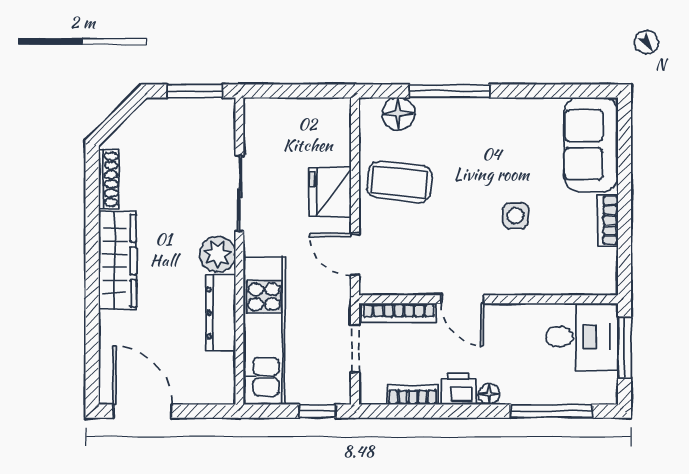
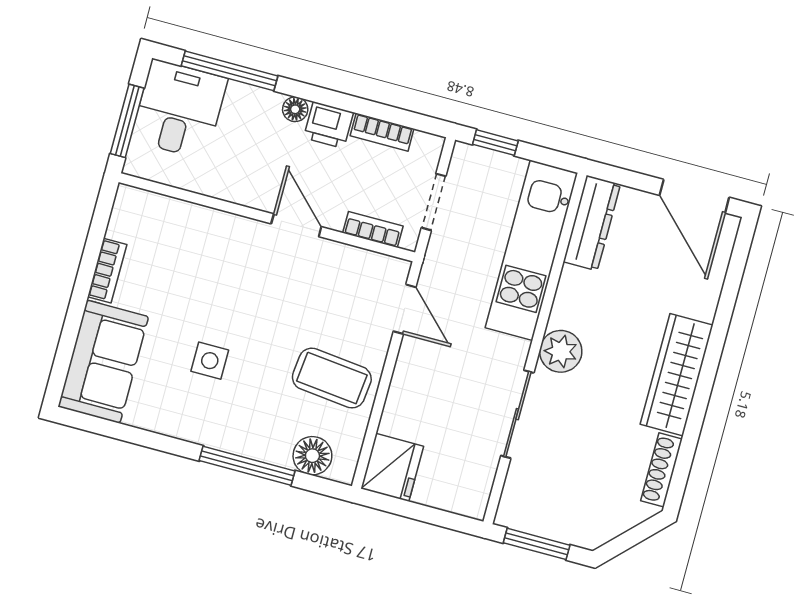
fridge: (330, 192) -> (392, 467), moved
side table: (515, 216) -> (210, 361), moved
dresser: (221, 313) -> (592, 223), moved
bookcase: (399, 313) -> (373, 229), width x0.64
desk: (582, 337) -> (179, 109), moved, turned 90

